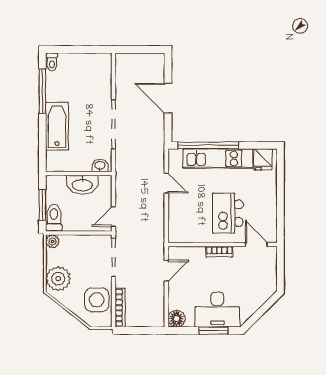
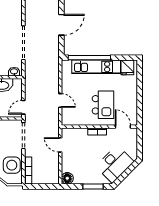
door: (168, 98) -> (61, 25), swing flipped
door: (166, 183) -> (60, 100), moved
kitchen island: (228, 213) -> (103, 105), turned 180
door: (166, 271) -> (60, 145), swing flipped
desk: (217, 310) -> (115, 164), moved, turned -45

